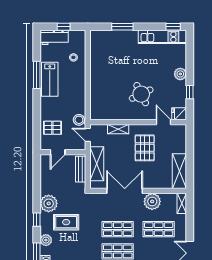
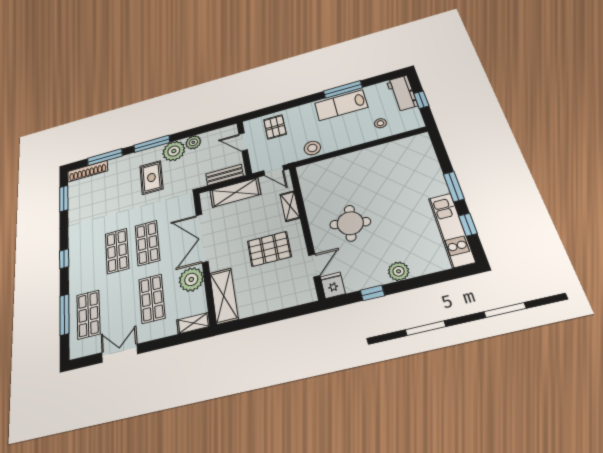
window: (122, 27) -> (454, 186), moved
window: (173, 27) -> (468, 225), moved
round table: (141, 94) -> (350, 223), turned 36
stool: (79, 120) -> (312, 148), moved
door: (88, 135) -> (274, 170), swing flipped
shelving: (179, 171) -> (224, 296), moved, turned 90
double door: (125, 191) -> (202, 238), swing flipped
window: (37, 220) -> (152, 144), width x2.17
plant: (46, 240) -> (193, 142), moved

